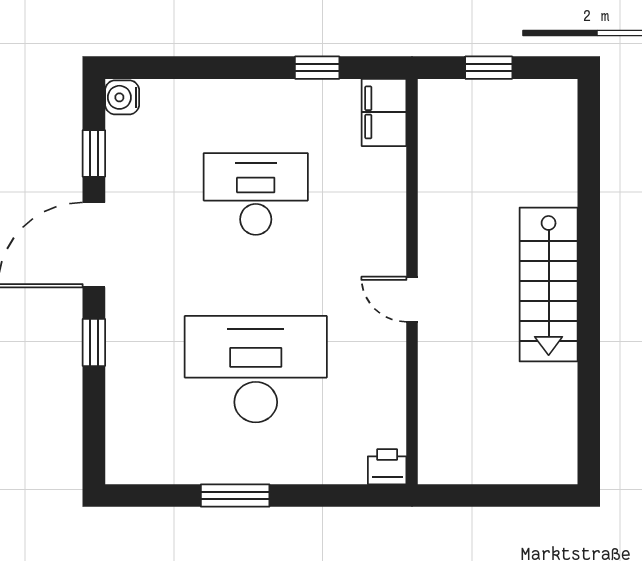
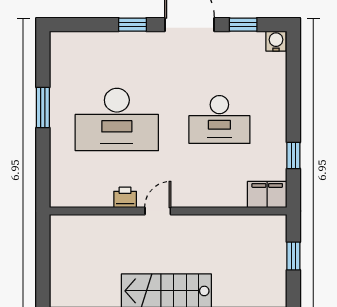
desk: (256, 194) -> (219, 119), turned 90
desk: (256, 369) -> (117, 119), turned 90
printer: (387, 467) -> (125, 197), moved, turned -90

